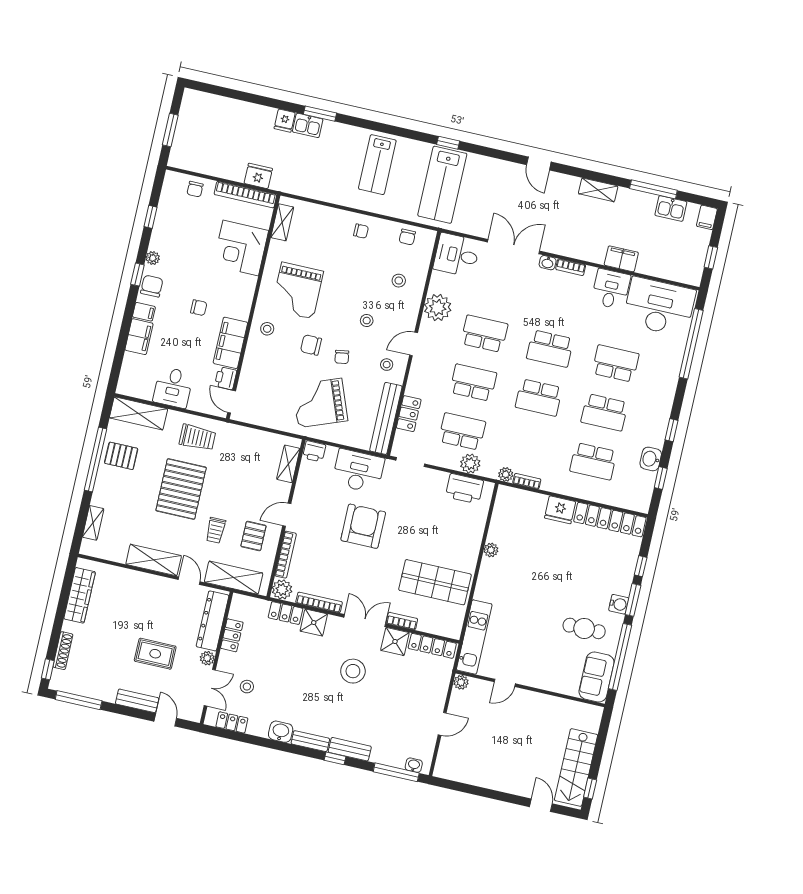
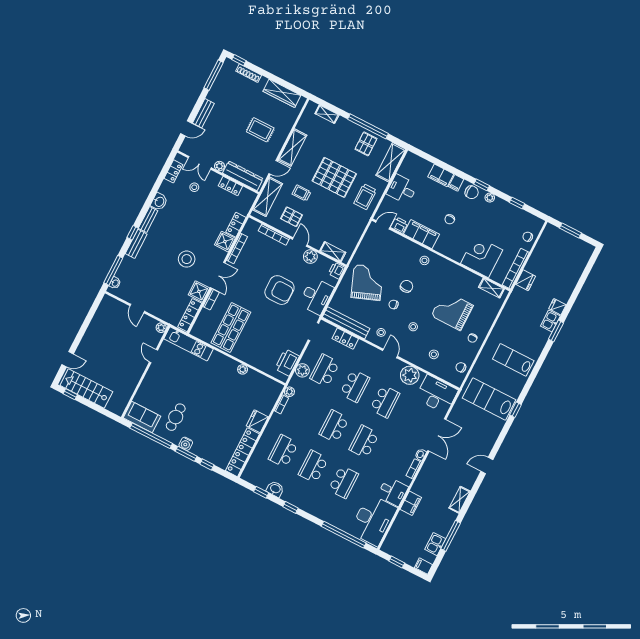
desk: (457, 255) -> (437, 394), width x1.37
grand piano: (297, 291) -> (452, 311), moved
school desk: (462, 431) -> (325, 370), turned 180
plant: (282, 590) -> (310, 257), moved
rug: (155, 654) -> (260, 130), moved, turned 90

